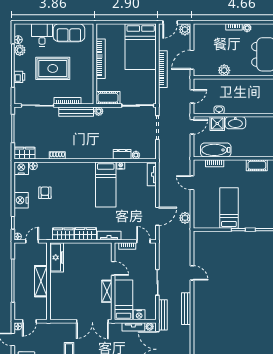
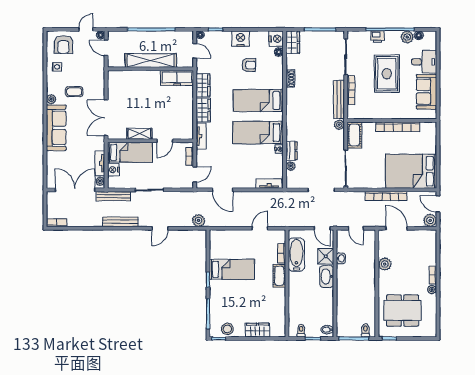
cot: (257, 165) -> (279, 276), moved
bed: (77, 184) -> (258, 101), added
plant: (185, 218) -> (199, 221), moved
shelving: (41, 281) -> (151, 60), width x1.47

